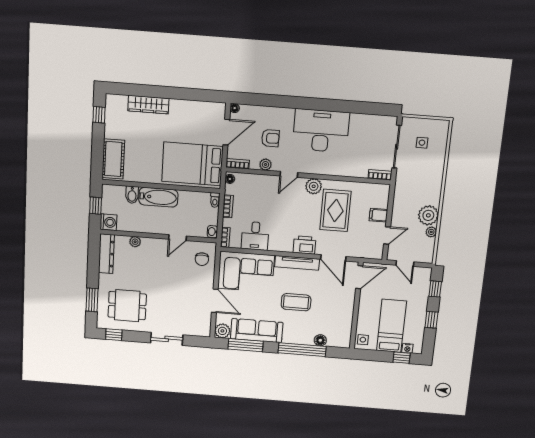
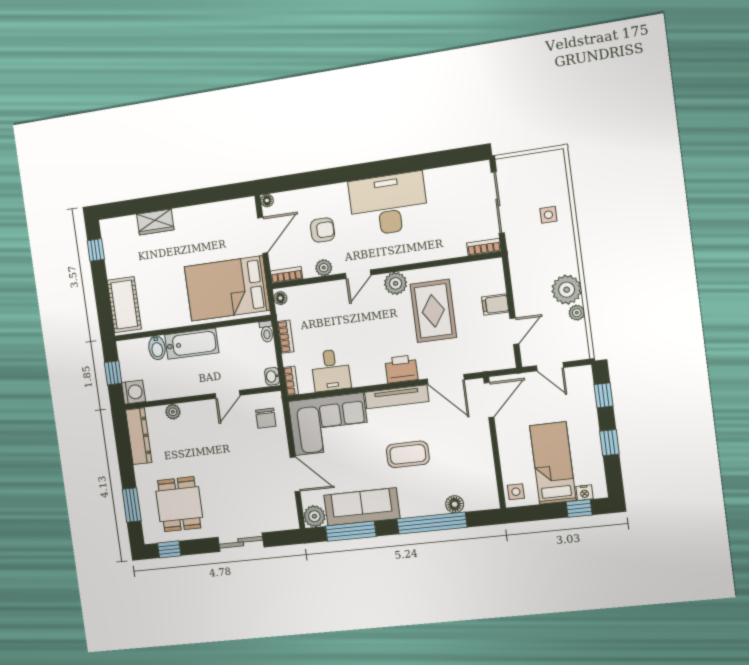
wardrobe: (148, 105) -> (155, 222), width x0.67
side table: (422, 143) -> (548, 215), moved
dining table: (127, 306) -> (179, 504), turned 90

